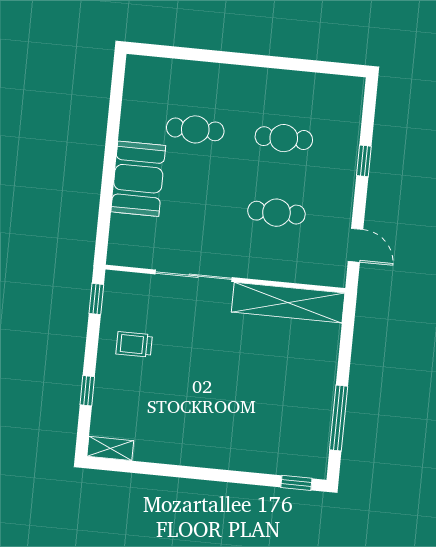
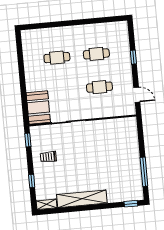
booth: (138, 179) -> (38, 107), moved
shelving: (288, 303) -> (82, 199), moved

